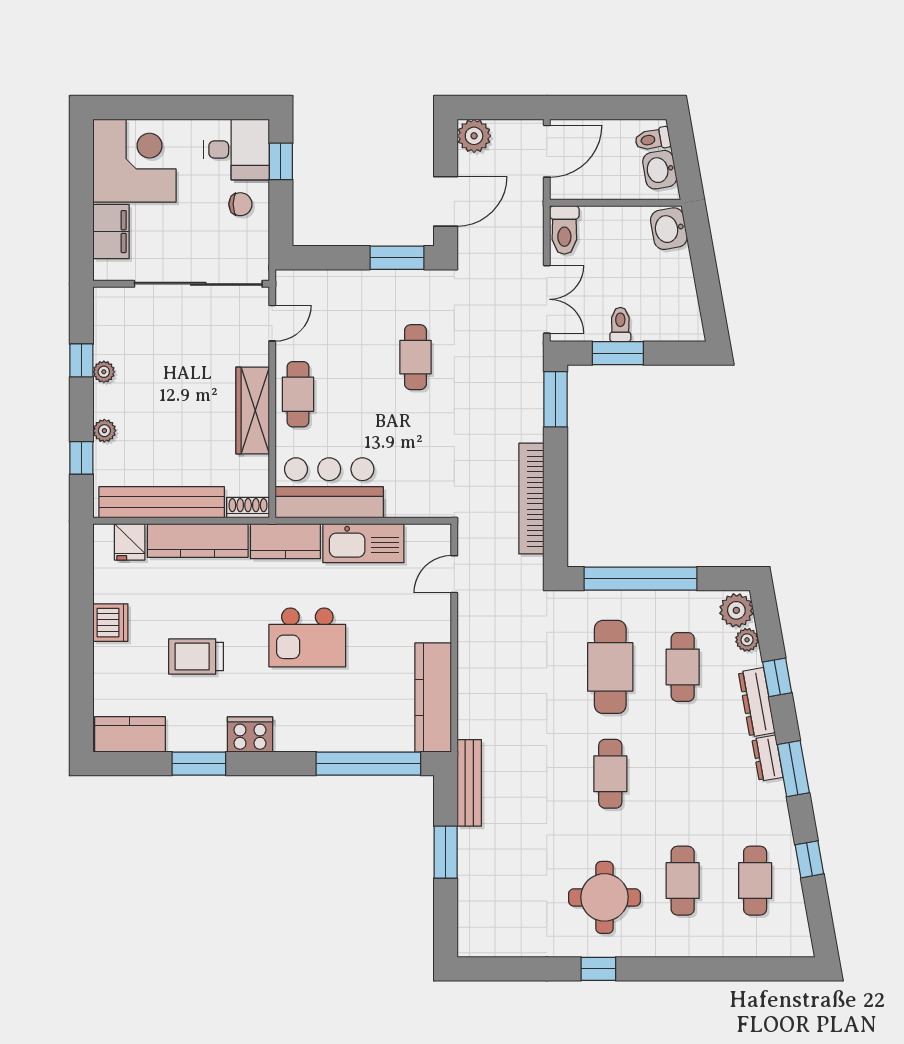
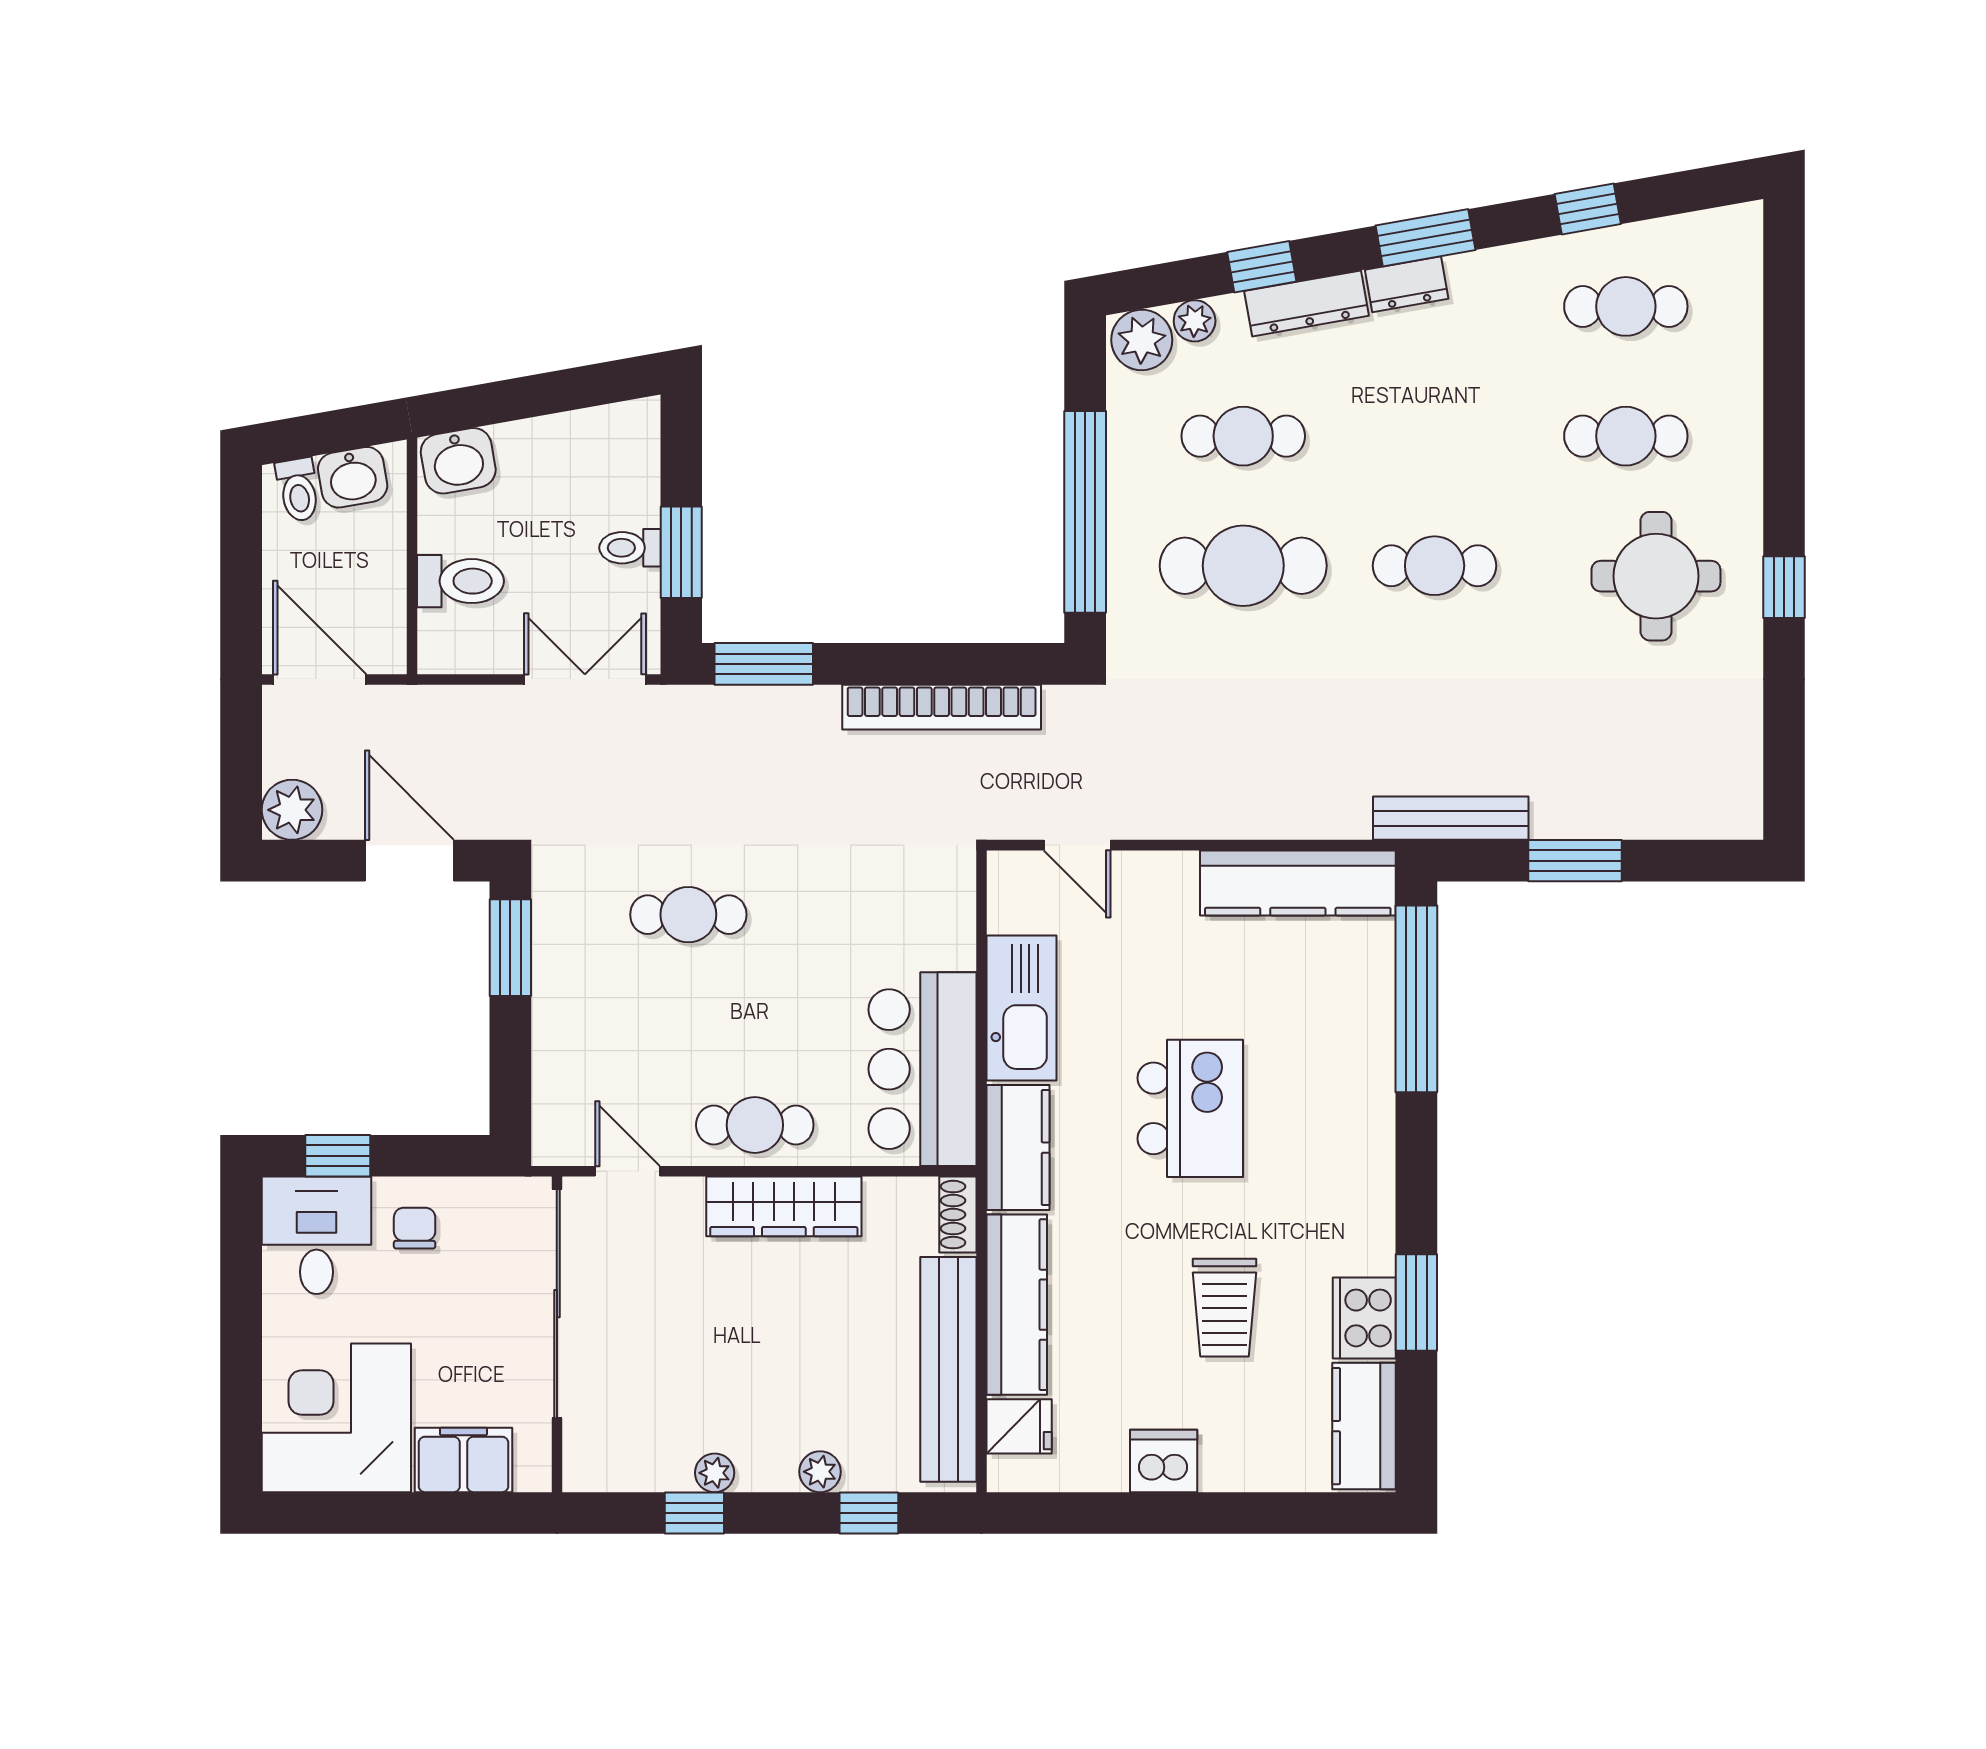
toilet: (564, 230) -> (460, 581), moved
cooker: (250, 735) -> (1364, 1318), moved

